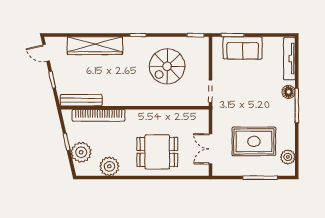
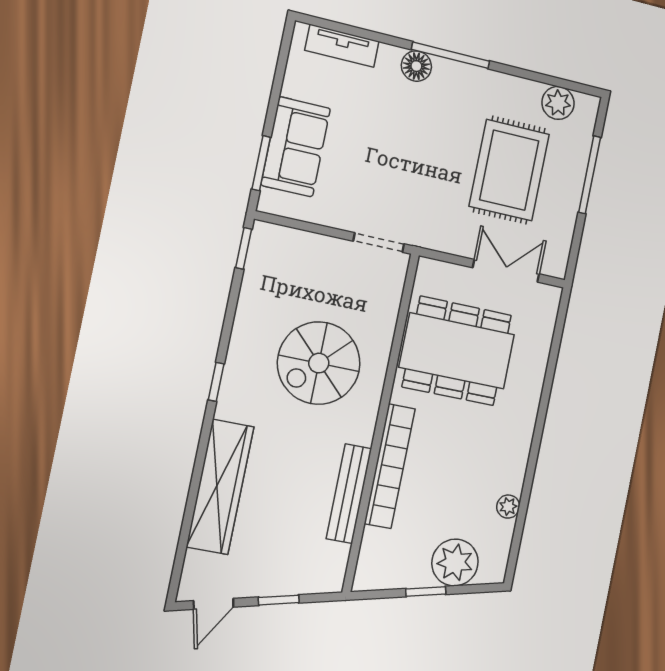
tv unit: (289, 59) -> (342, 46), width x0.71
spiral stairs: (167, 66) -> (319, 363), moved, turned 90
bench: (81, 100) -> (349, 494), moved
bookcase: (99, 115) -> (390, 466), moved
double door: (210, 149) -> (506, 271), swing flipped
dining table: (157, 152) -> (457, 351), moved, width x1.38
plant: (109, 166) -> (508, 507), width x0.53, depth x0.53

